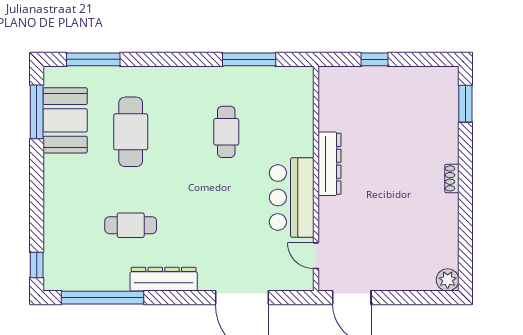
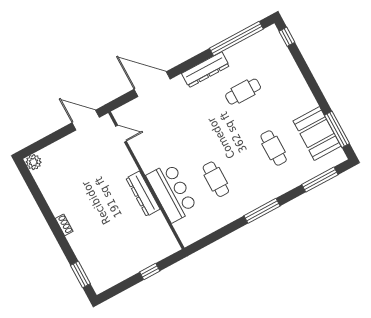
window: (249, 59) -> (262, 211), moved
cafe table: (131, 132) -> (274, 148), width x0.73, depth x0.74
bar counter: (292, 198) -> (172, 192), moved

